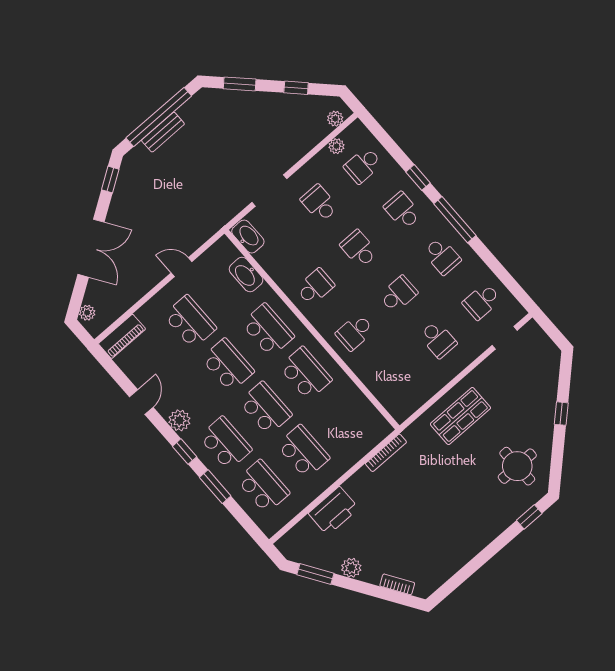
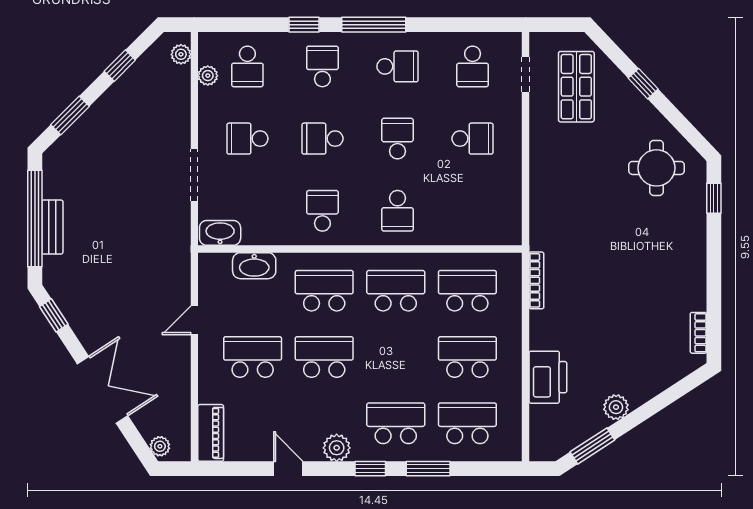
school desk: (402, 211) -> (322, 66), turned 90
school desk: (266, 408) -> (467, 291), moved
shop shelf: (460, 416) -> (576, 87), moved
bookcase: (397, 584) -> (699, 333), moved, turned -57

